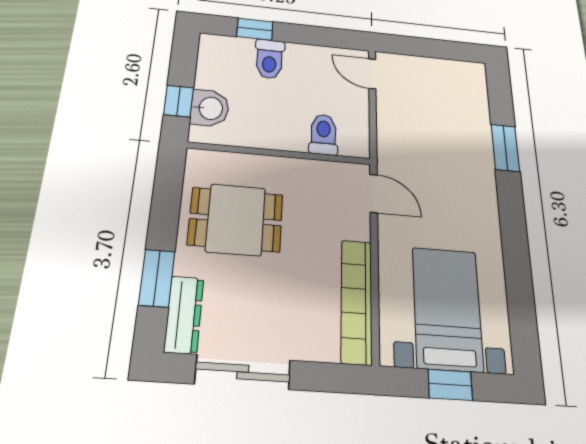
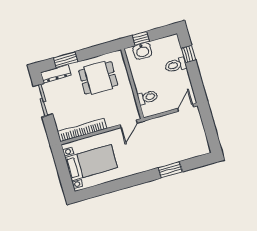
dining table: (236, 220) -> (98, 78), turned 90
window: (450, 385) -> (63, 170), removed

